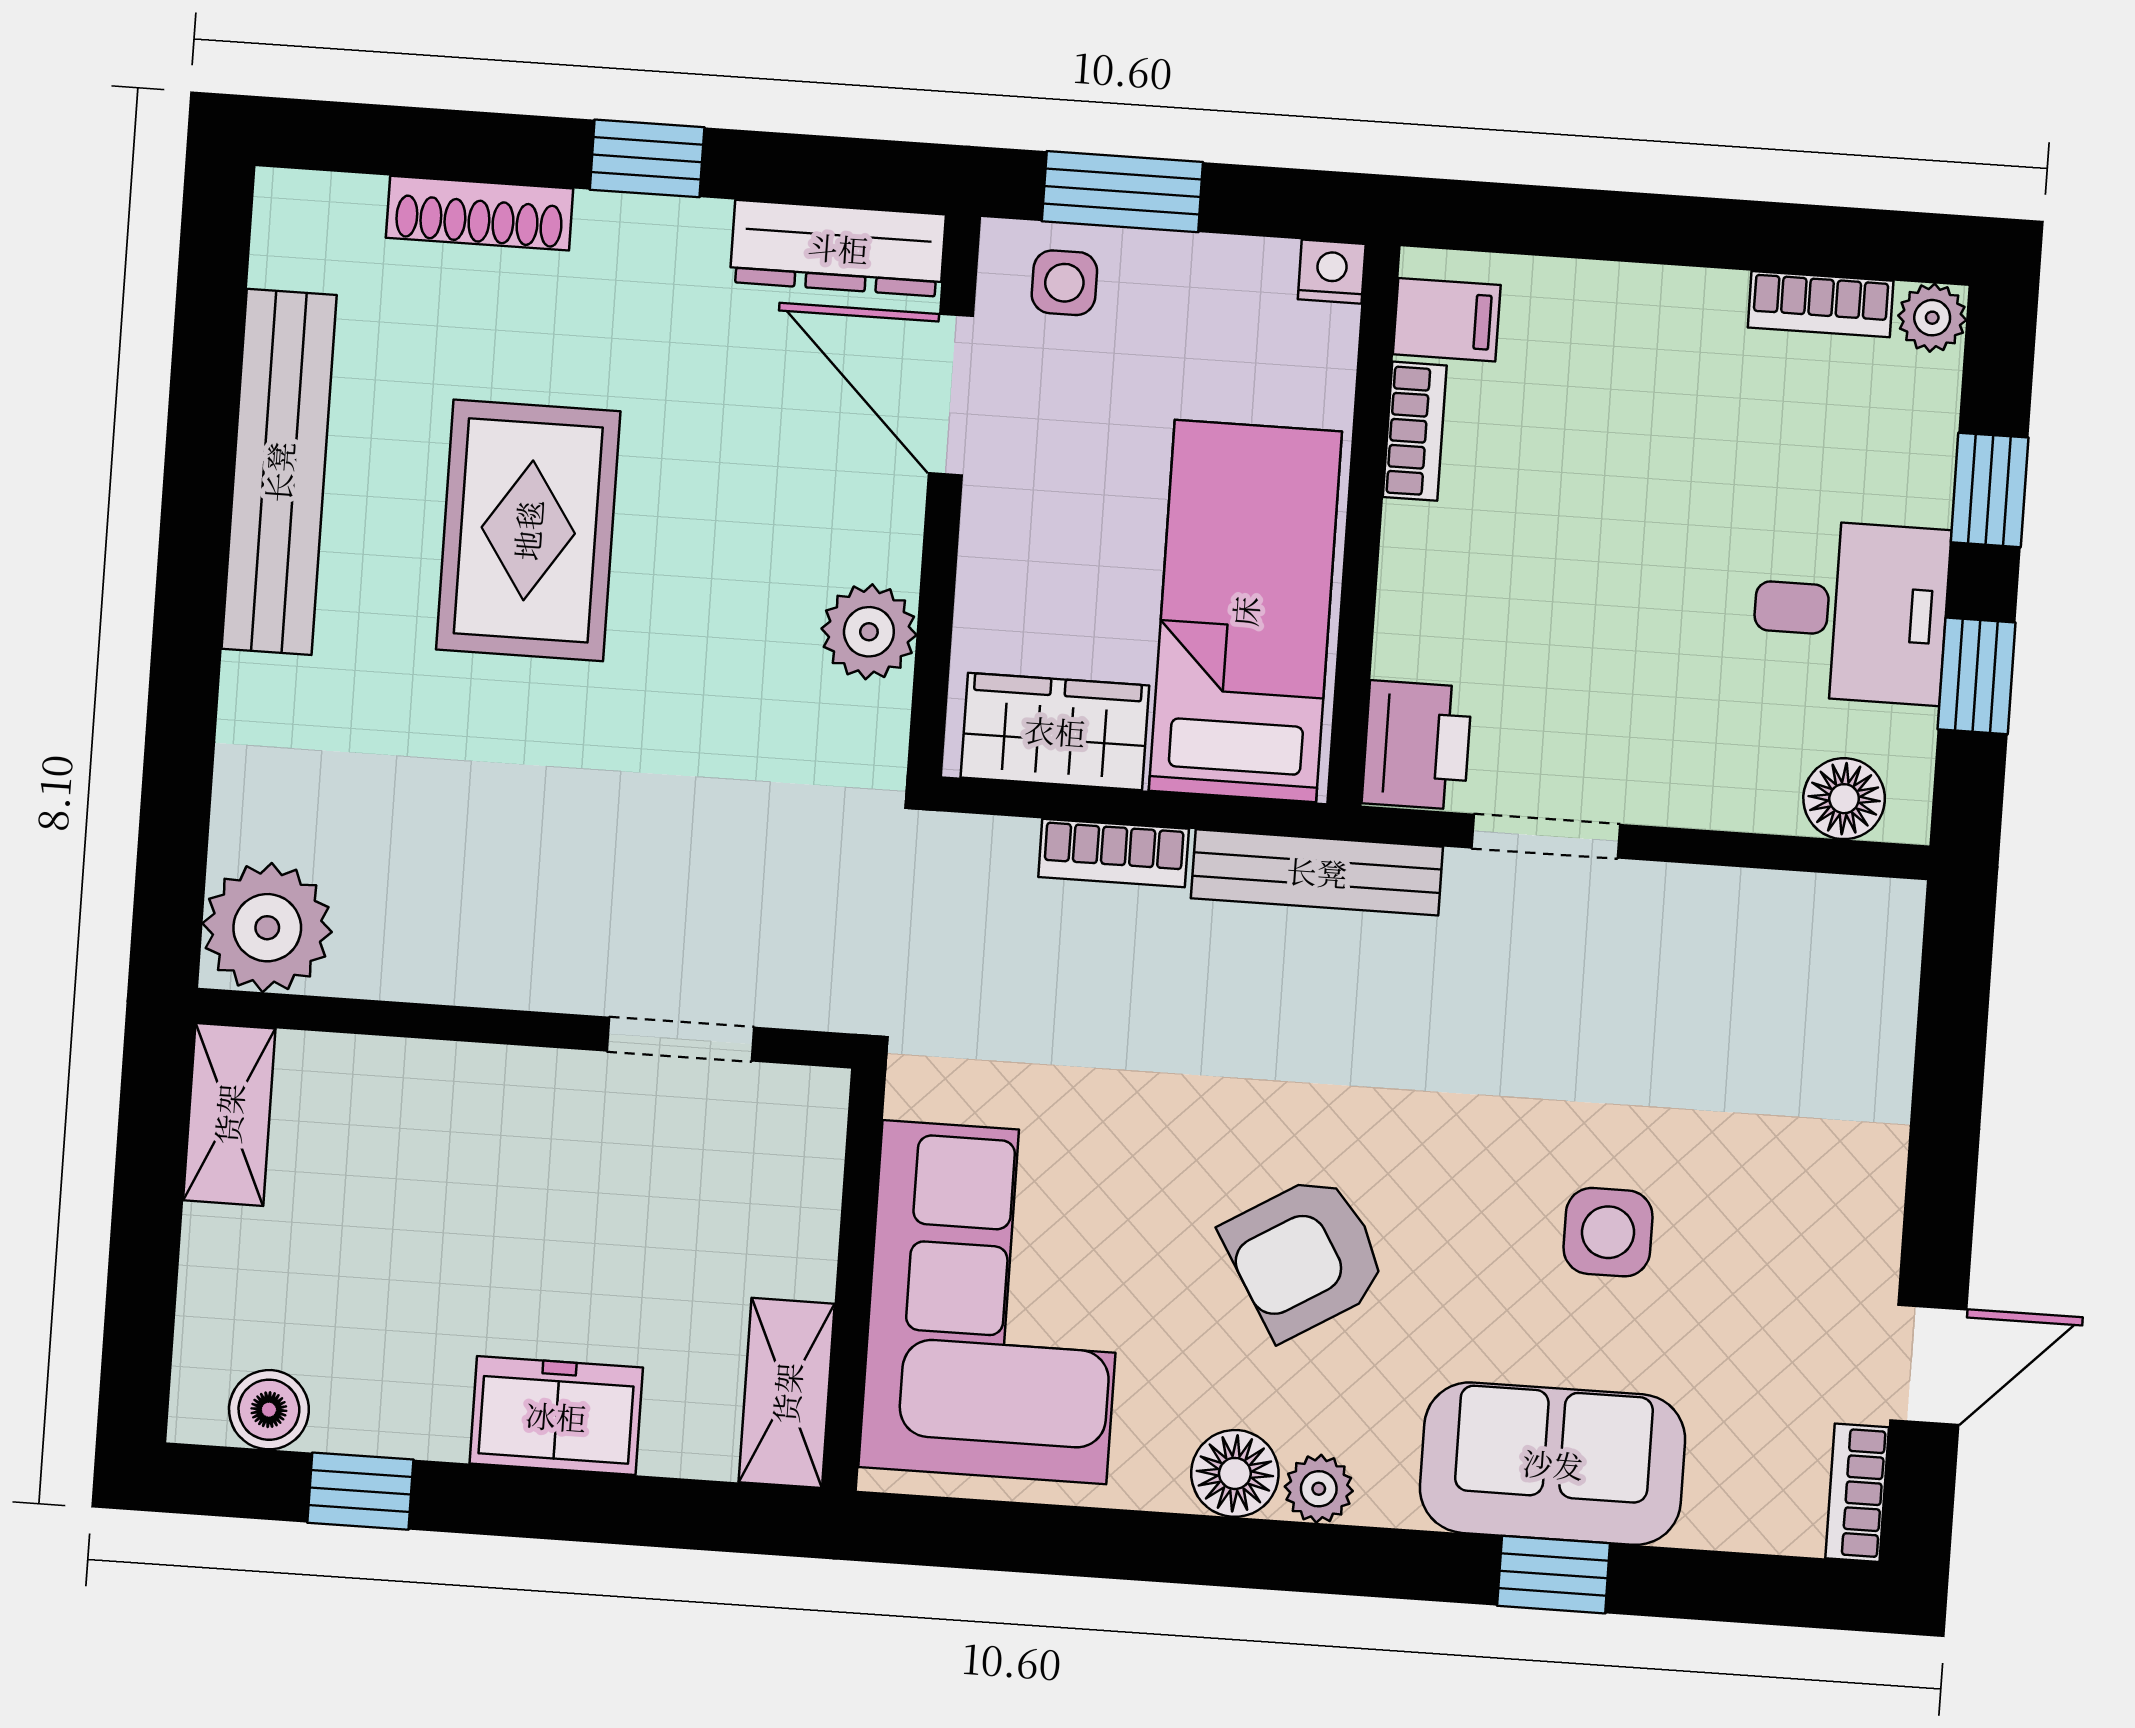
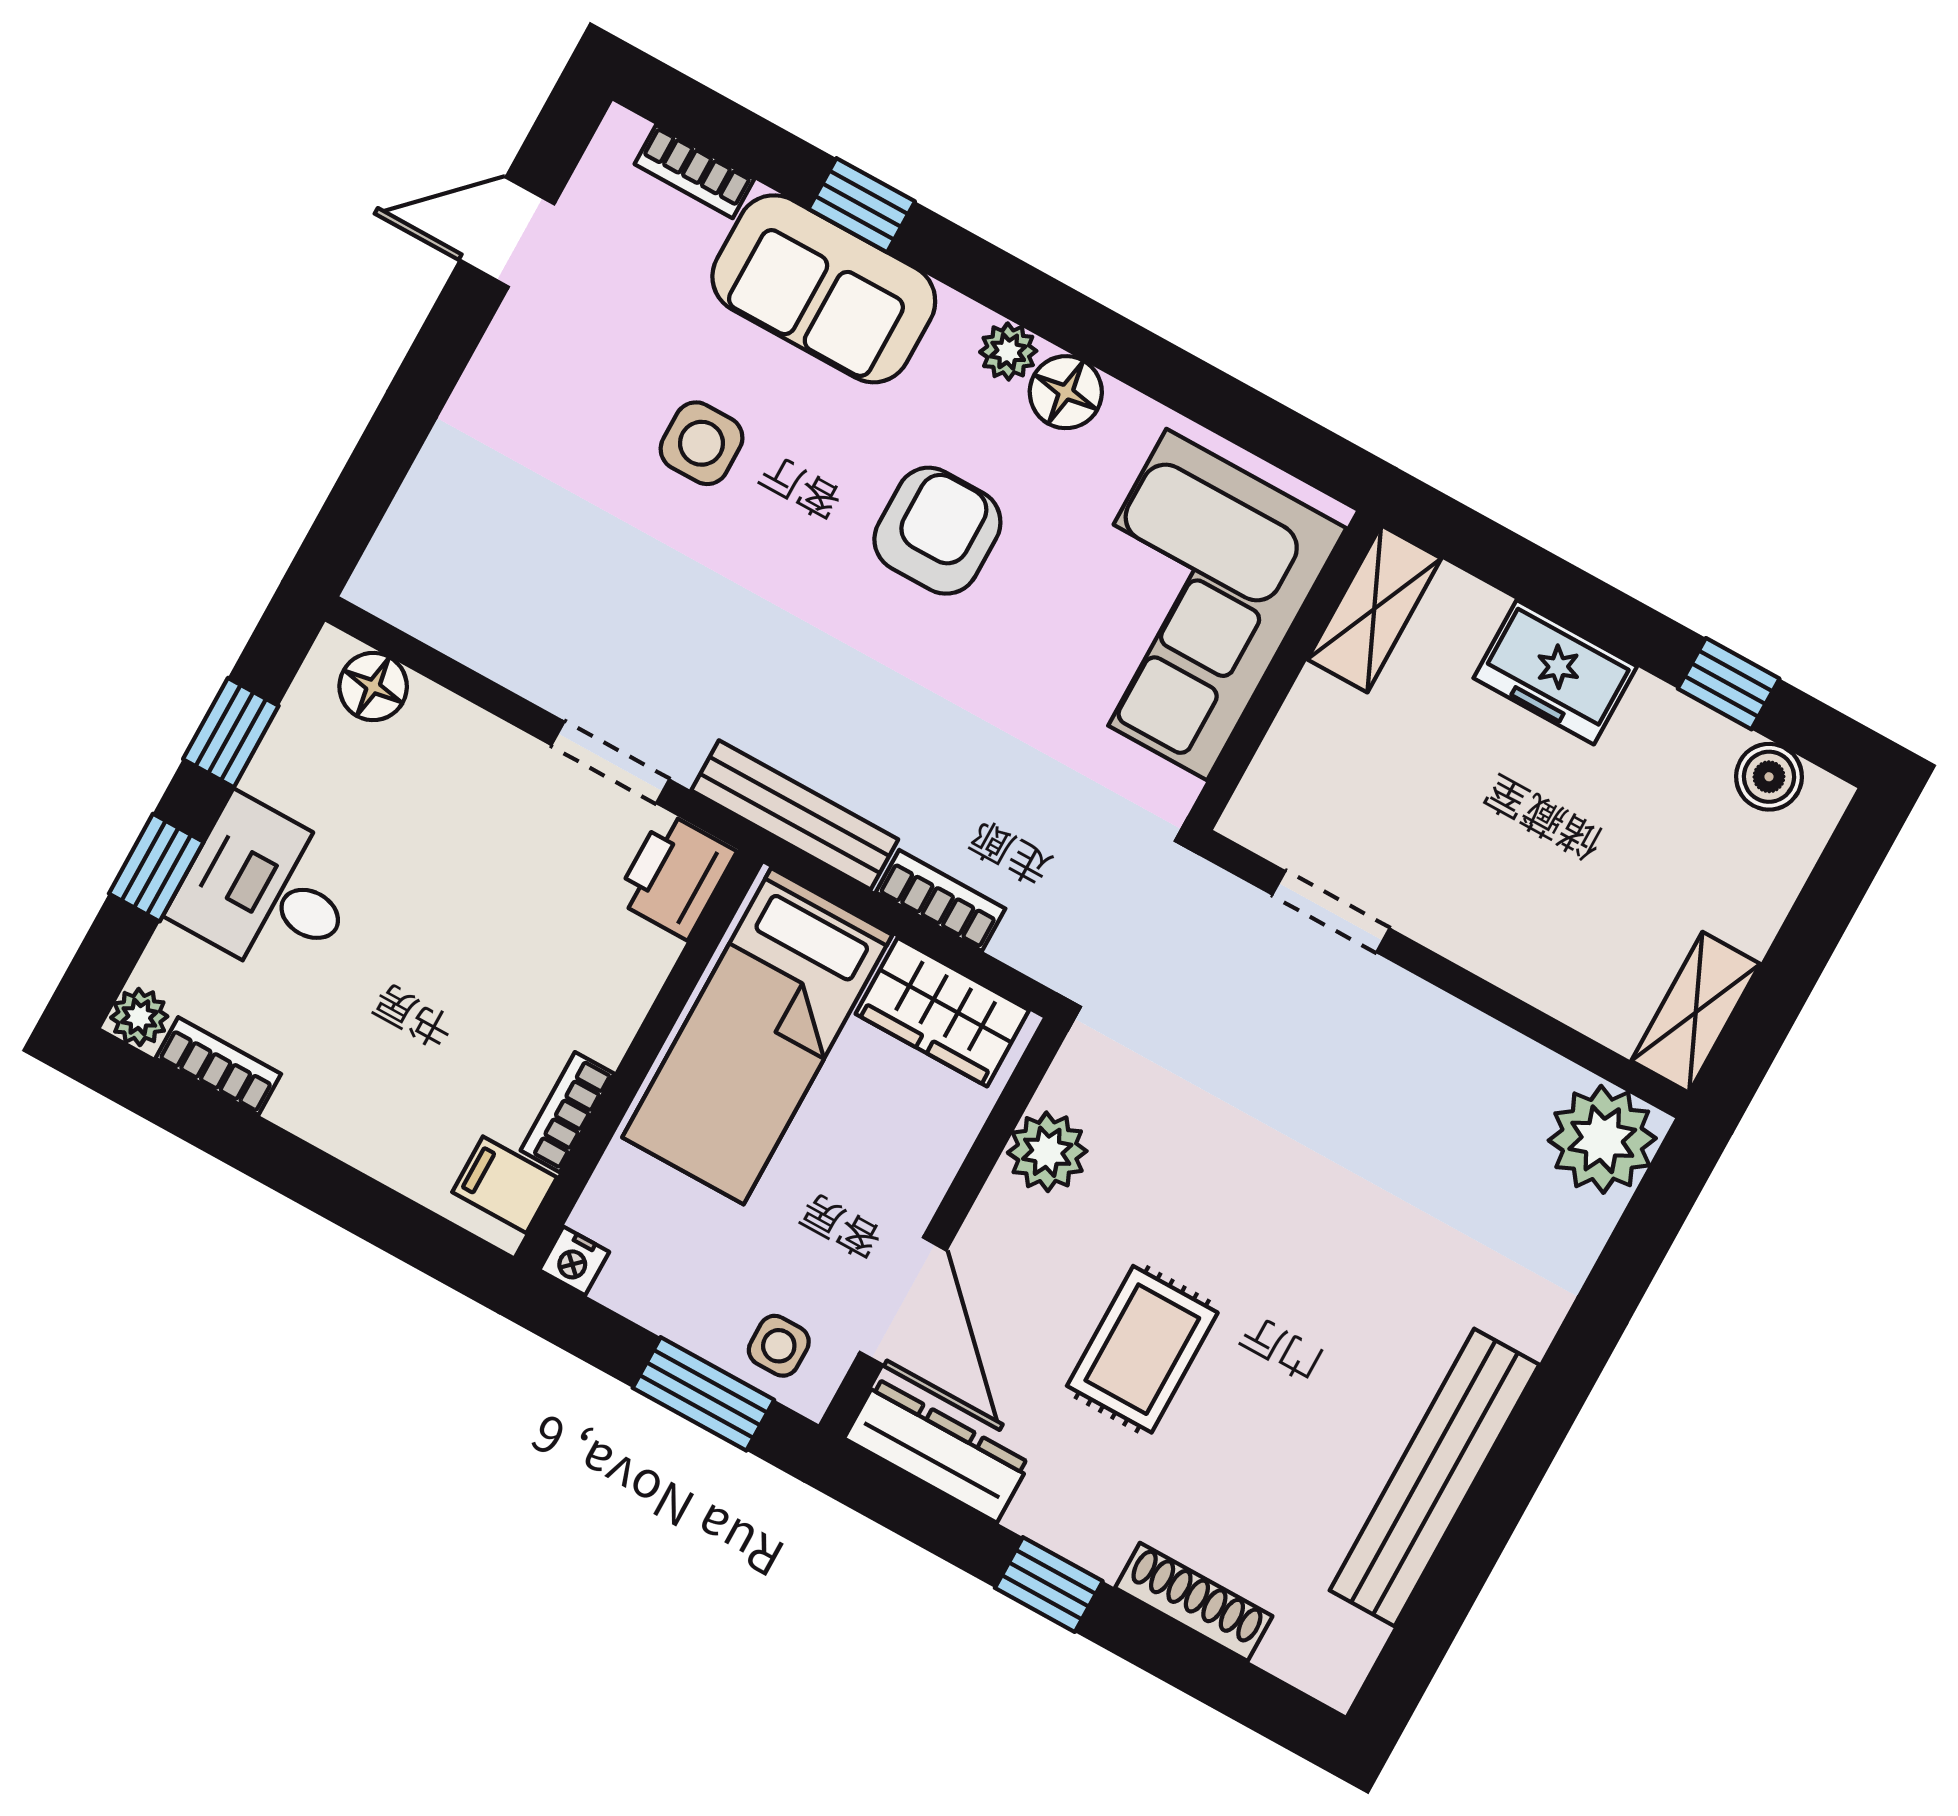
rug: (528, 530) -> (1142, 1349), moved, width x0.73, depth x0.70
desk: (1850, 612) -> (267, 890), moved
armchair: (1305, 1256) -> (937, 531), turned -59
bookcase: (1857, 1493) -> (694, 172), moved, turned 90

